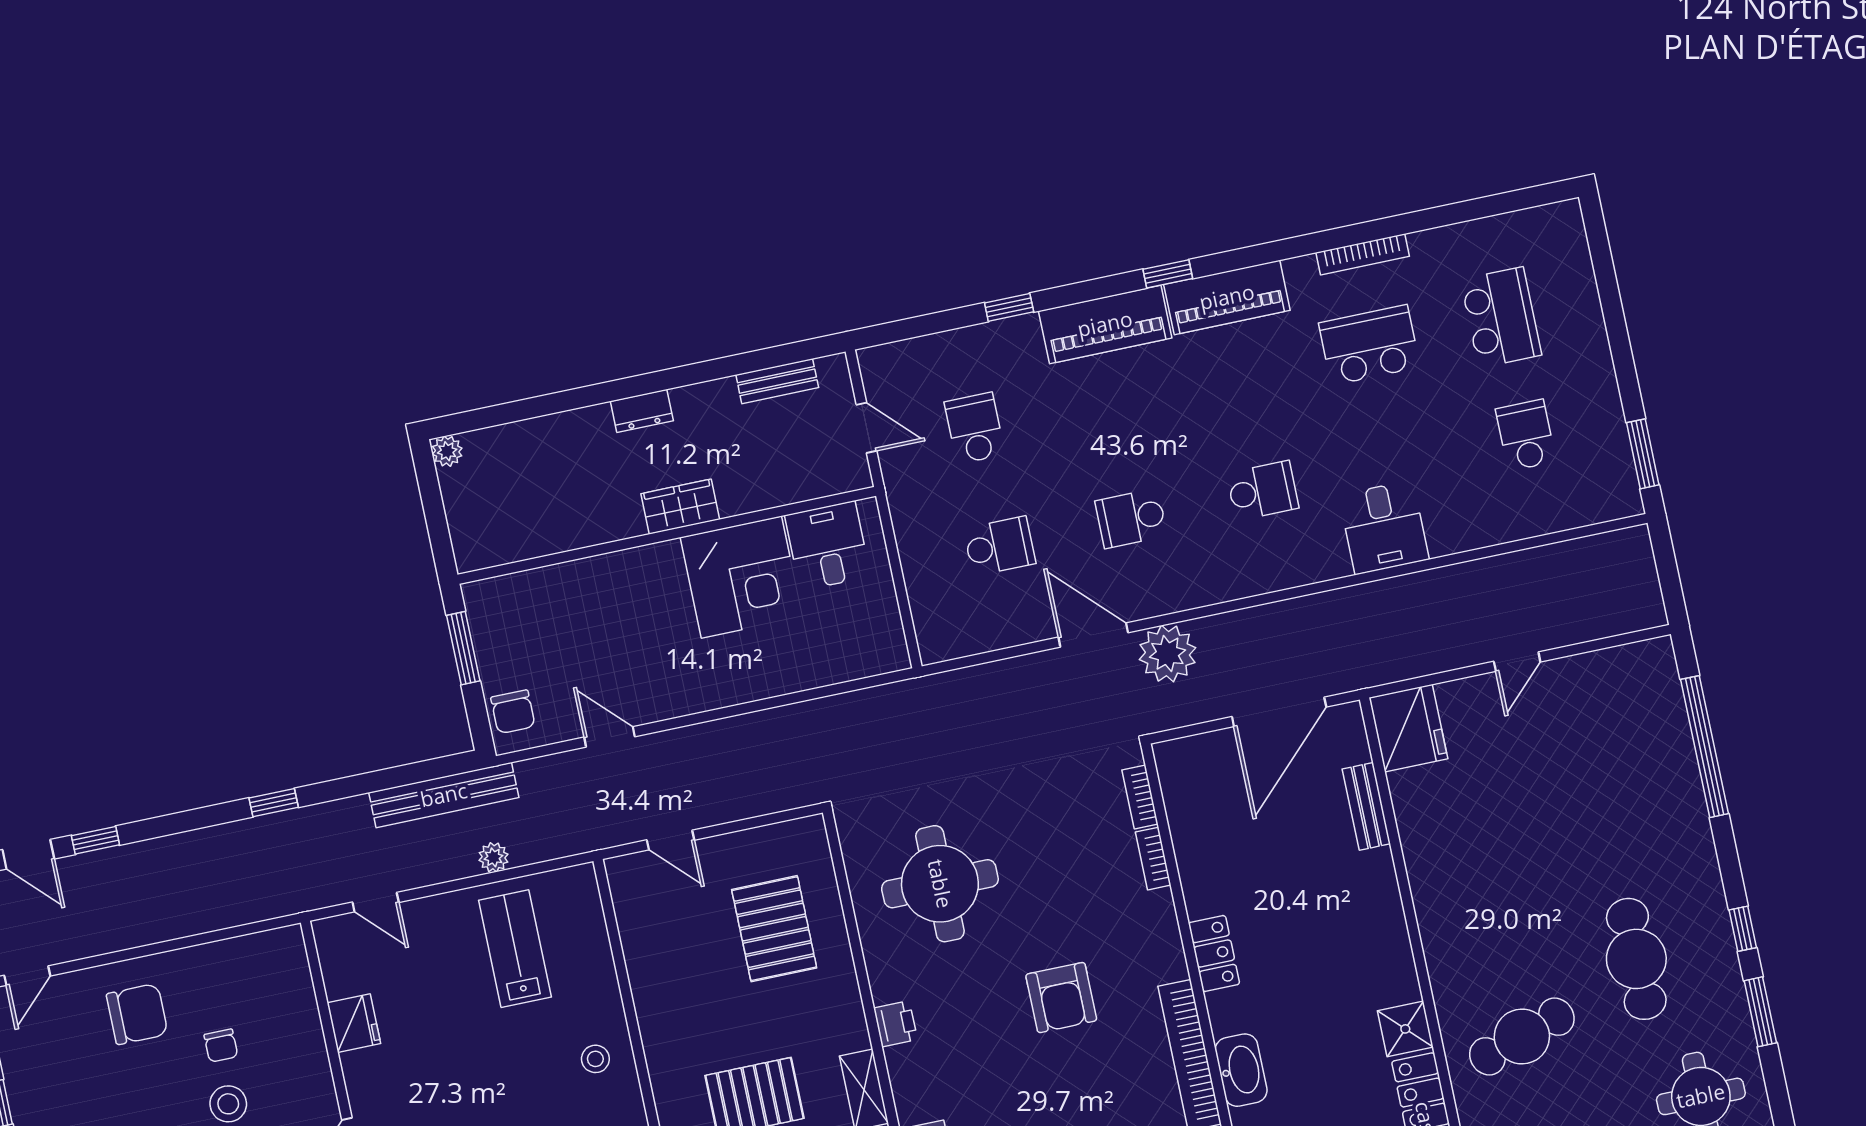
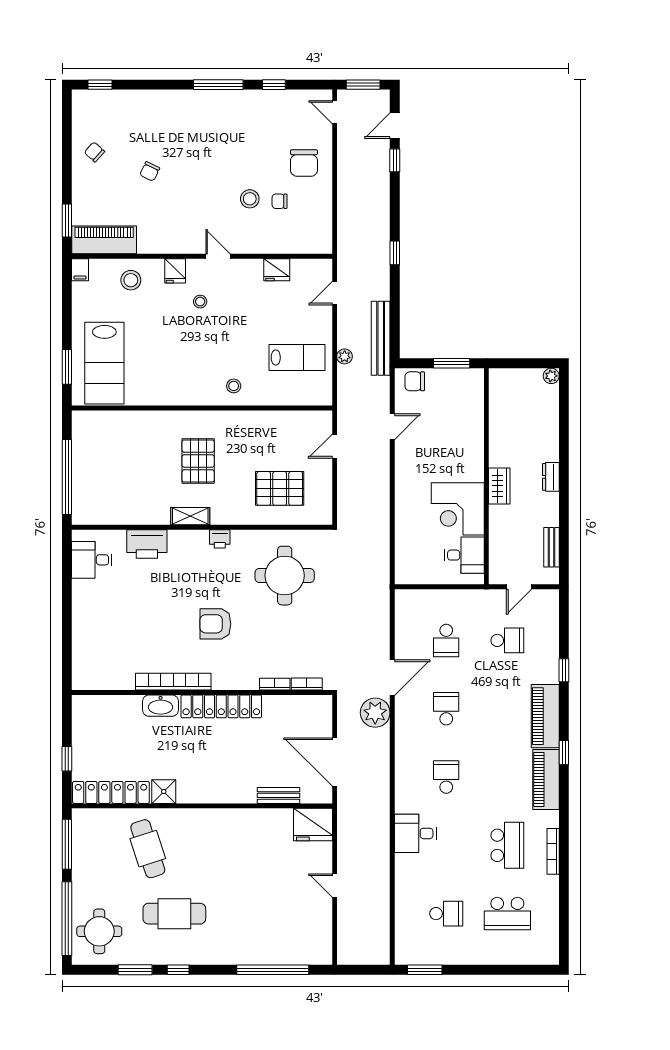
school desk: (1263, 491) -> (446, 777), turned 180
locker: (1214, 954) -> (221, 706), width x2.16, depth x1.21

